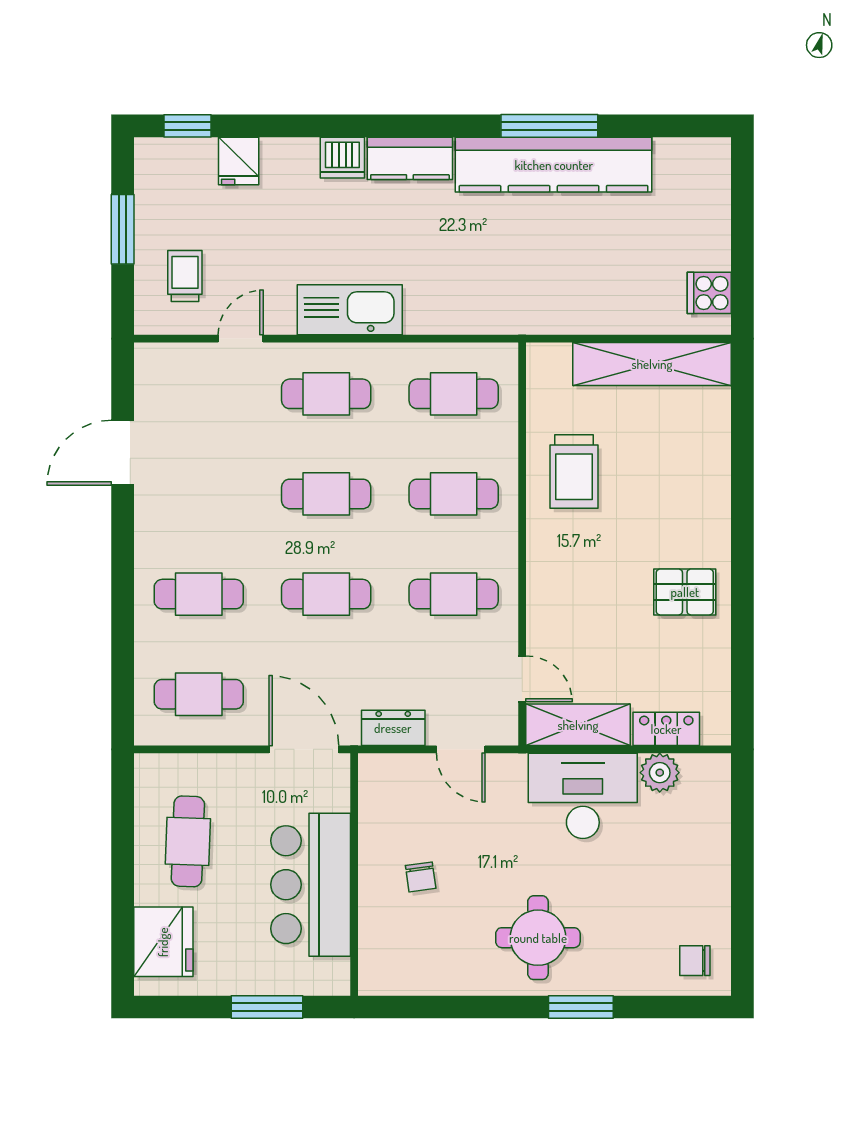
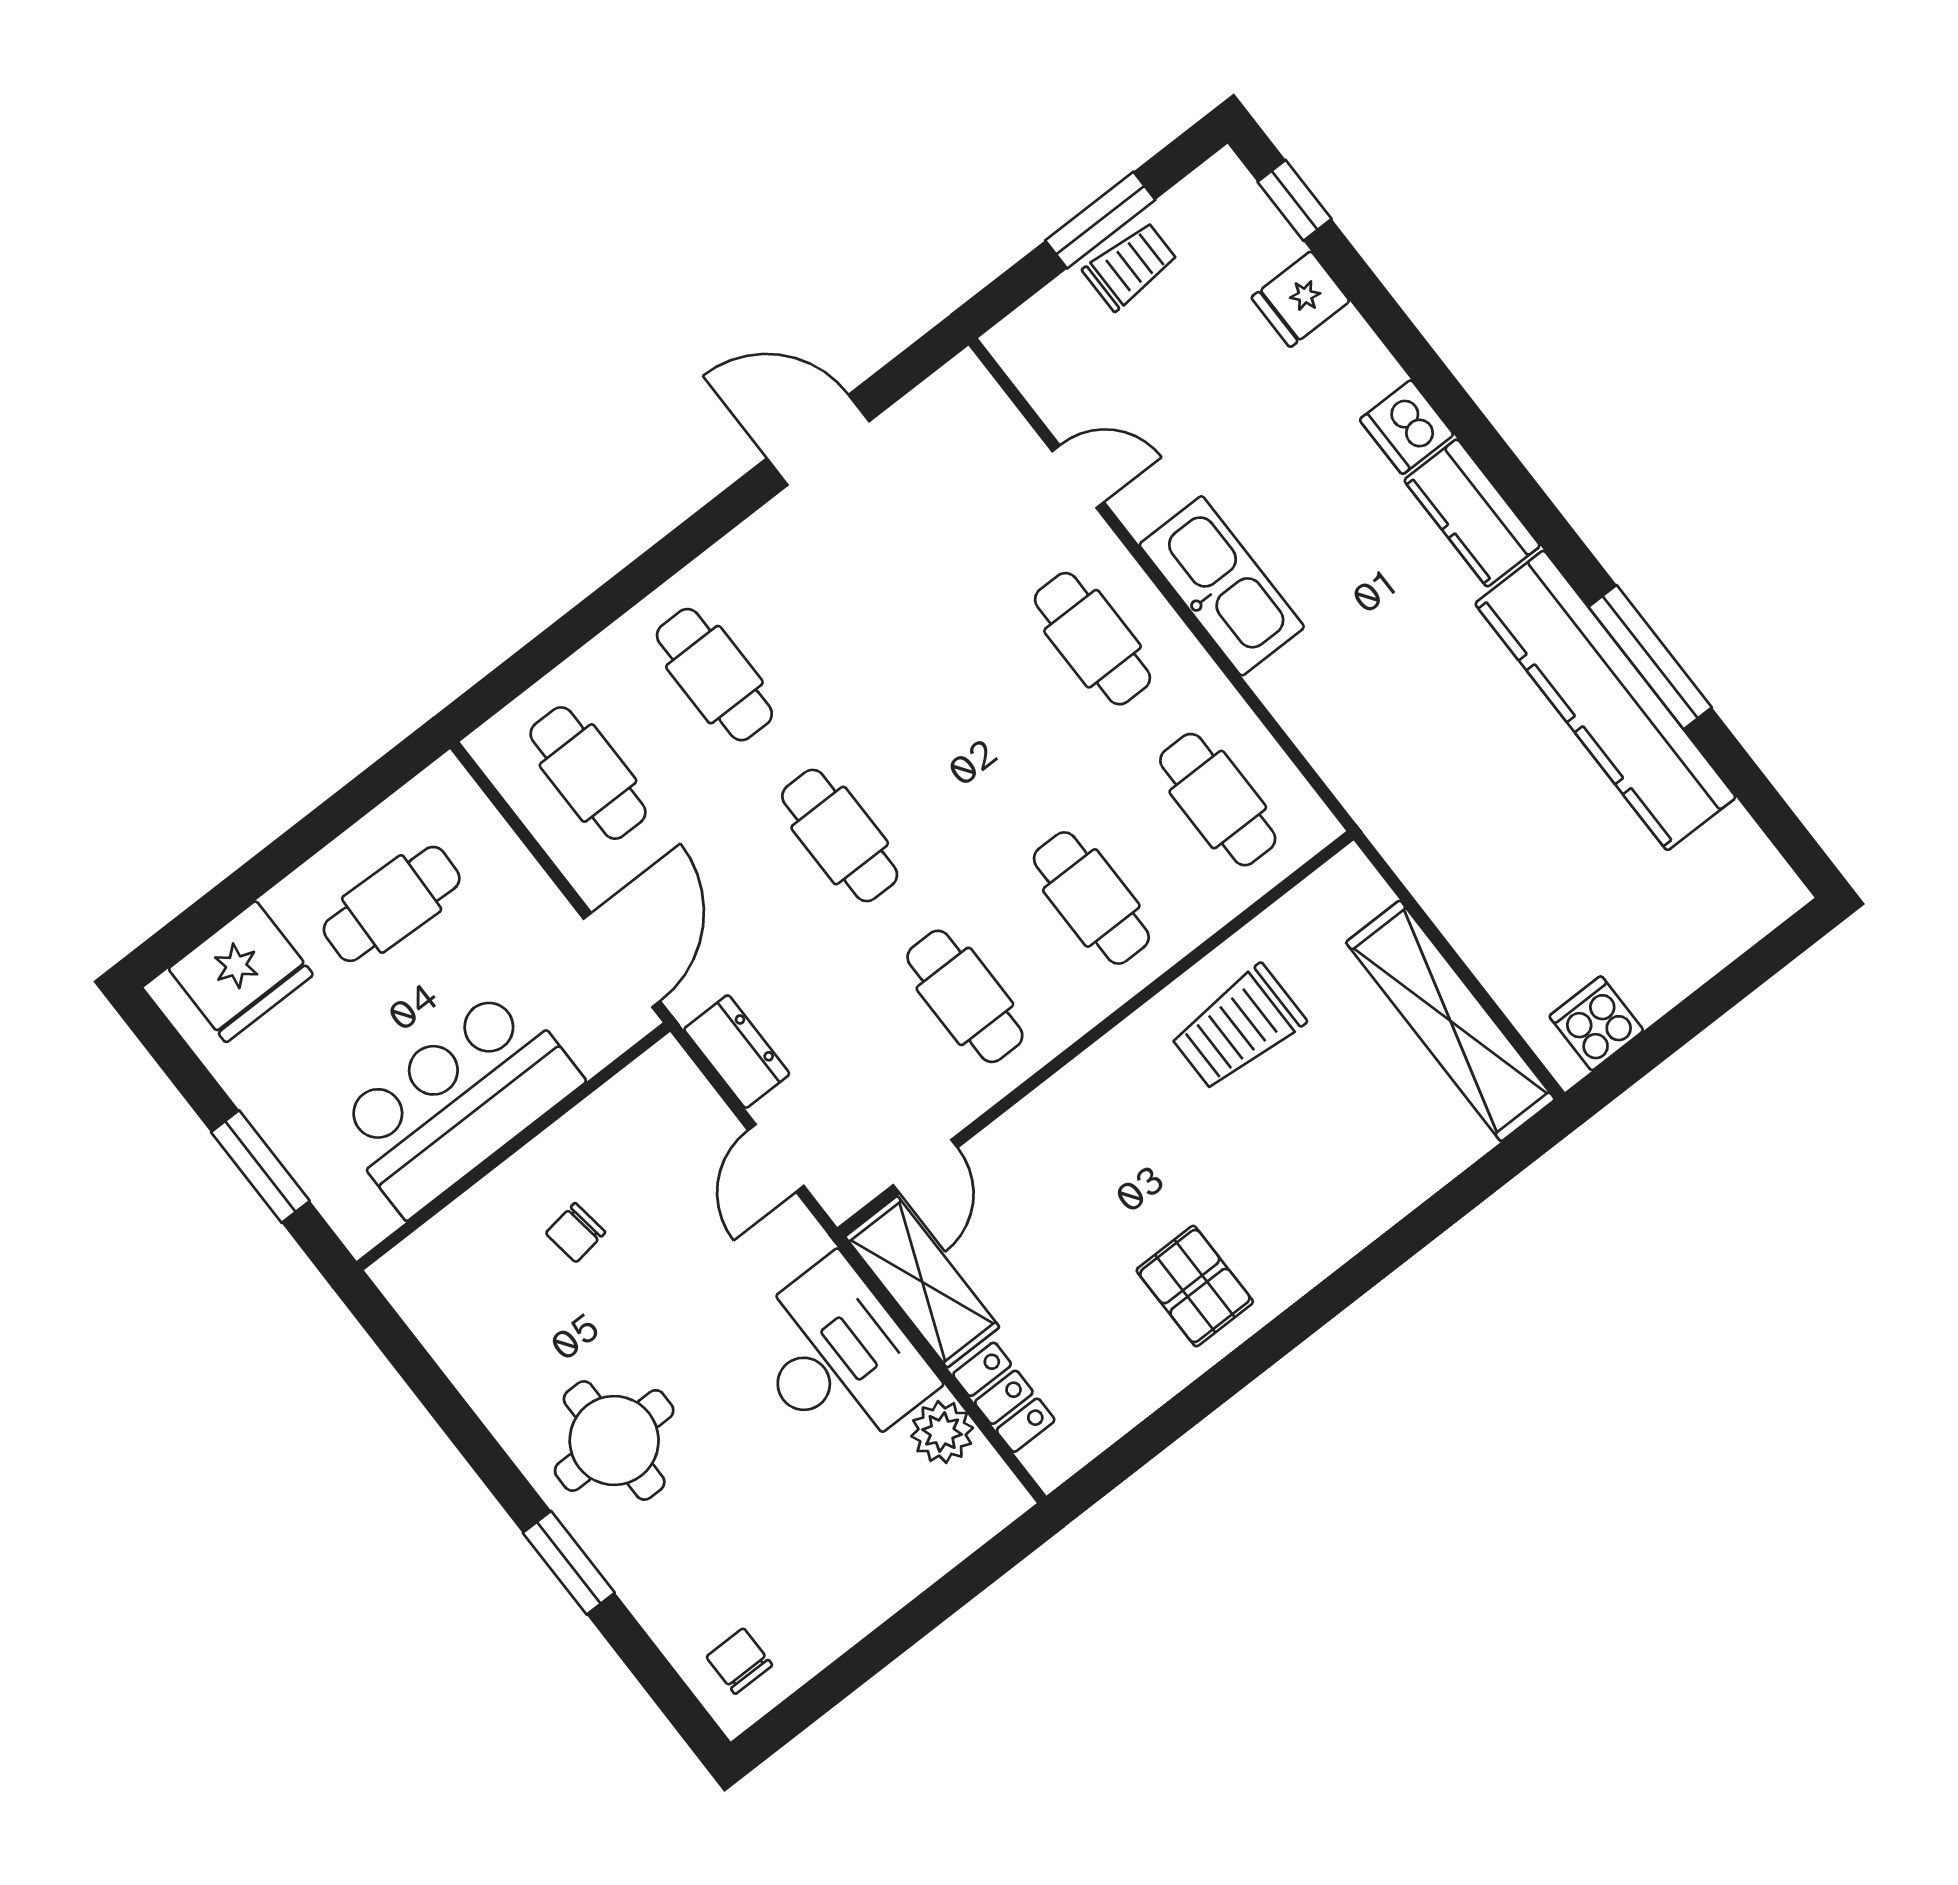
trolley: (185, 276) -> (1130, 266), moved
cafe table: (326, 494) -> (966, 737), removed

